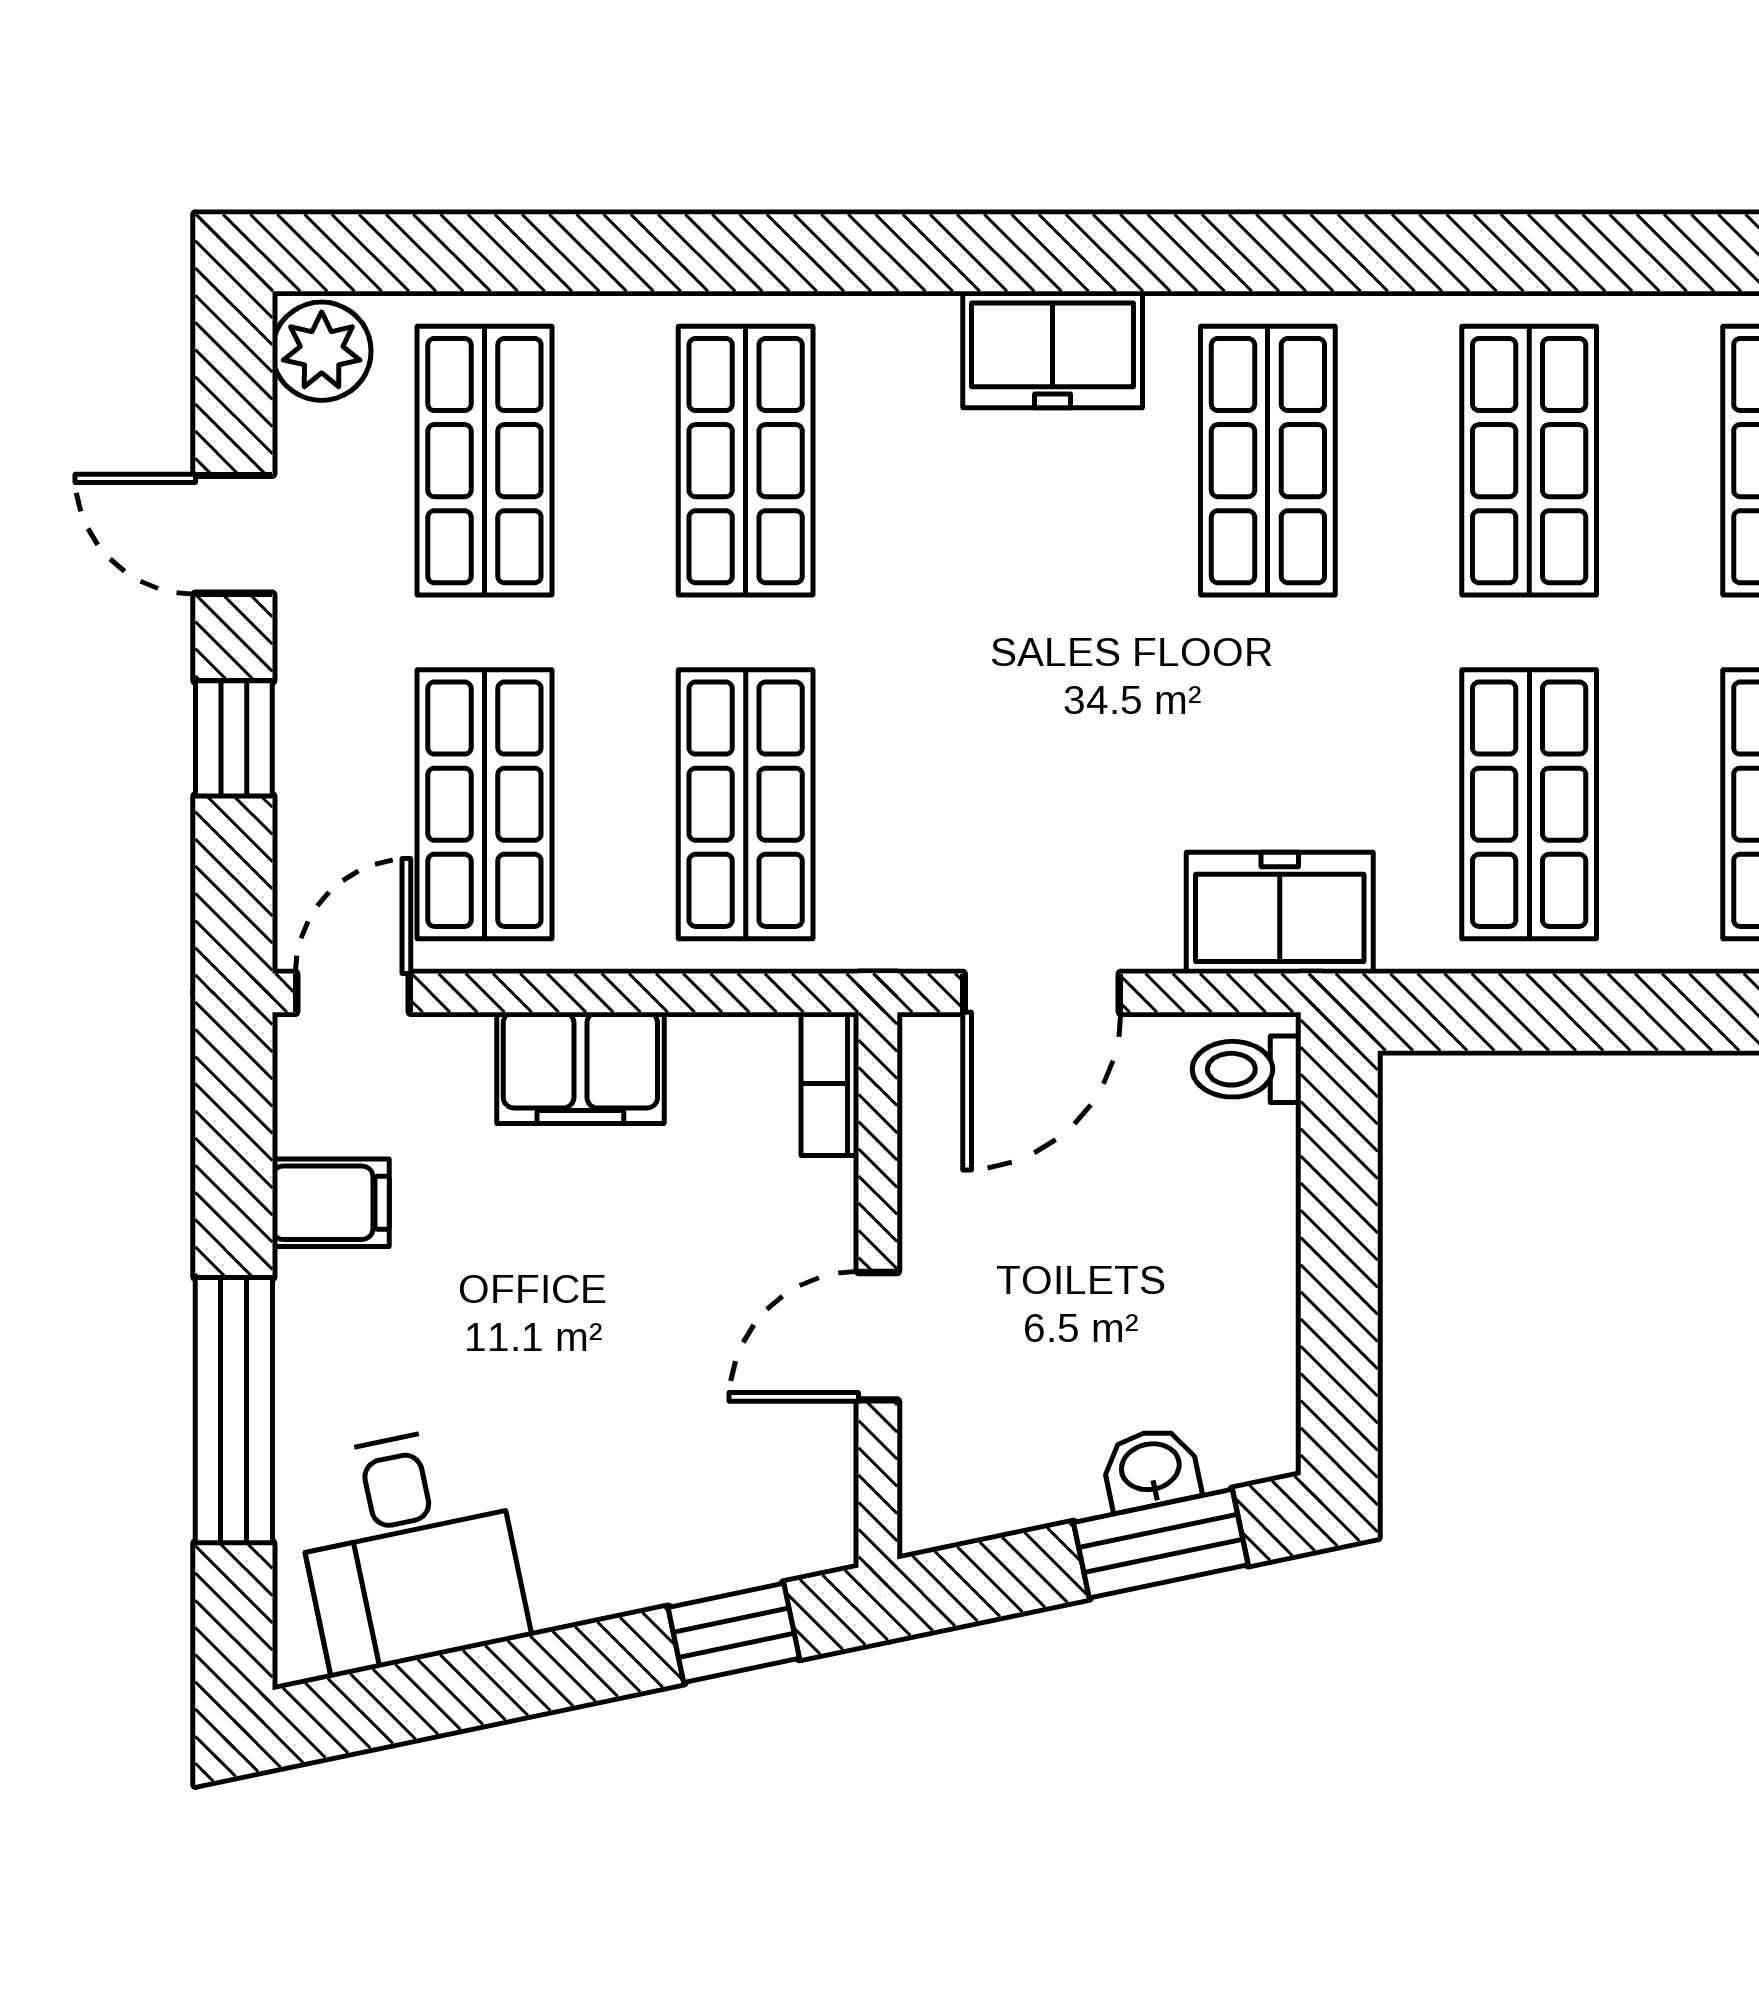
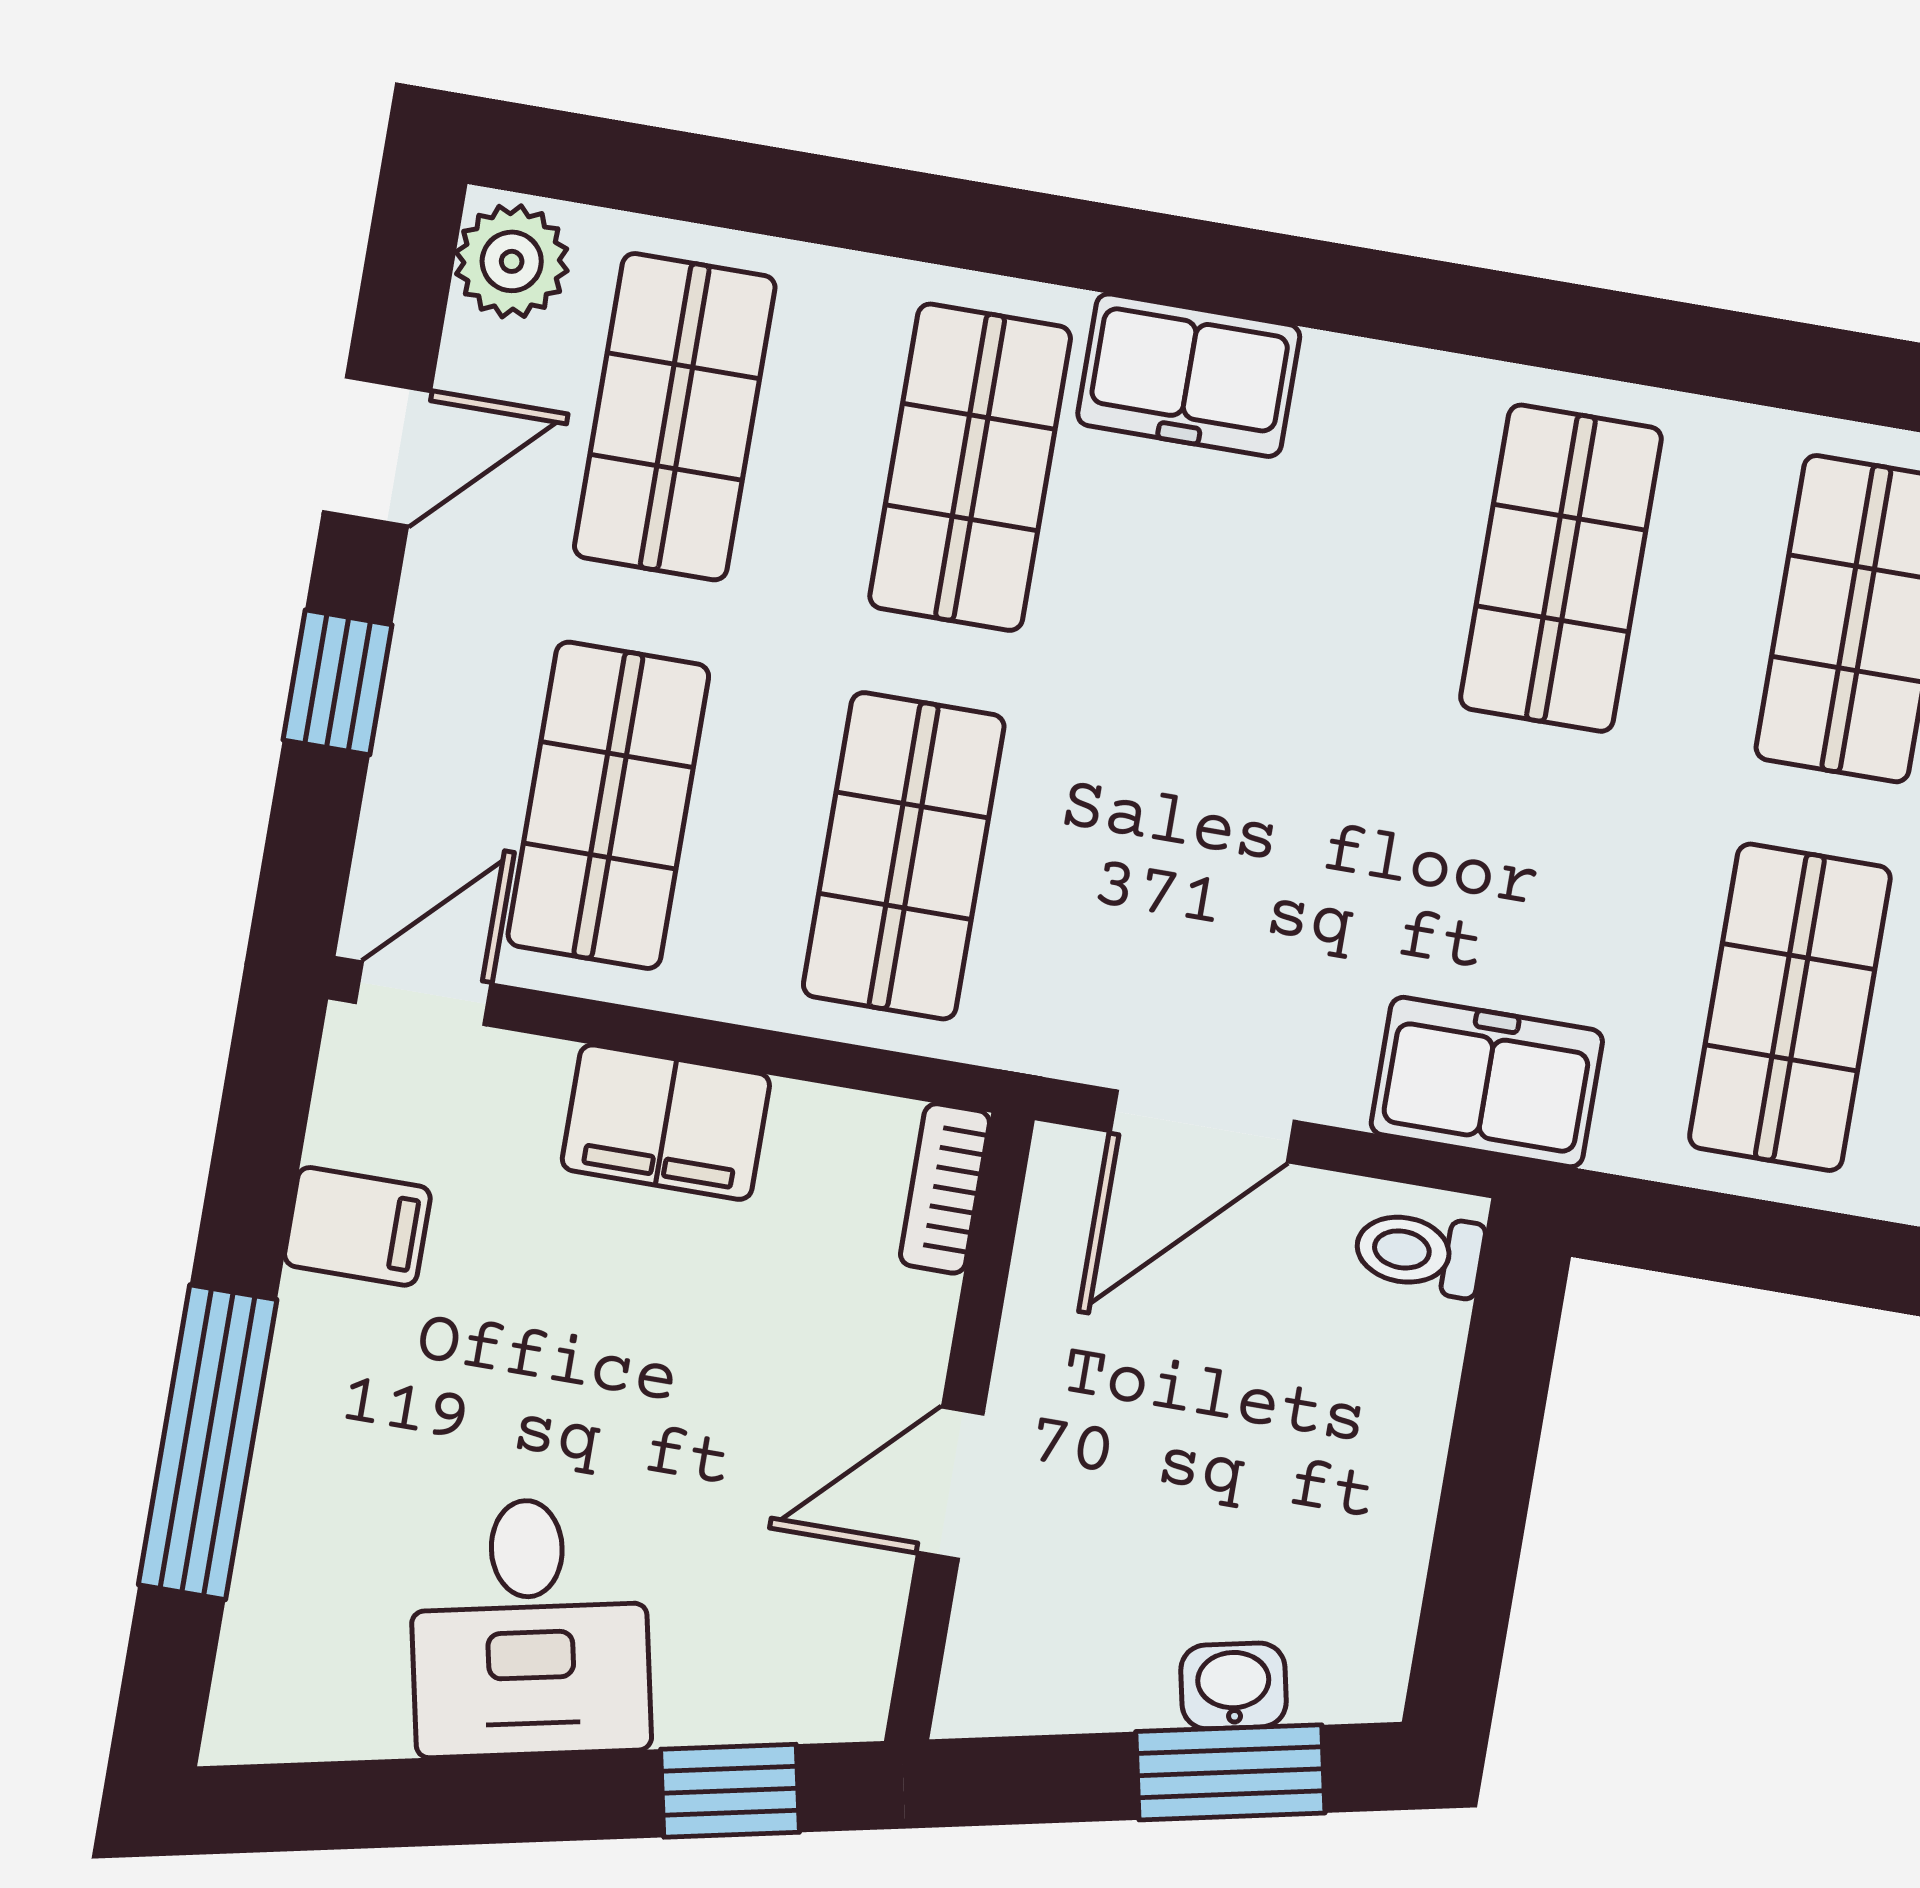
freezer: (1053, 350) -> (1189, 375), moved
door: (234, 534) -> (377, 451), swing flipped
desk: (409, 1549) -> (530, 1627), moved

